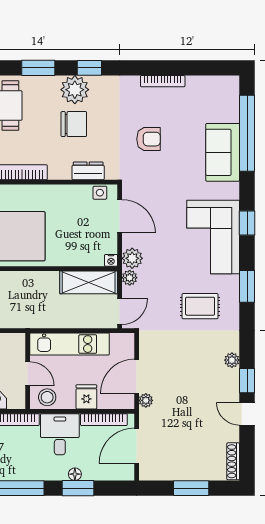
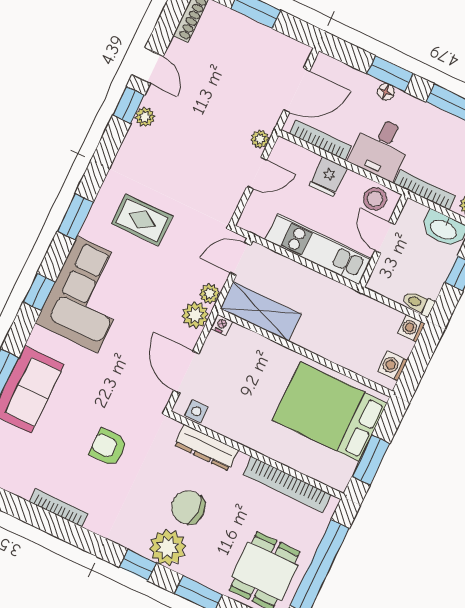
dresser: (88, 171) -> (206, 448), width x1.44
plant: (232, 360) -> (145, 117), moved
door: (137, 376) -> (257, 173), width x0.73

